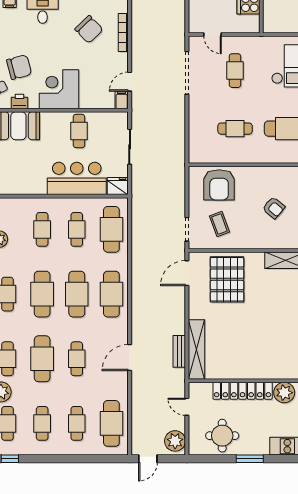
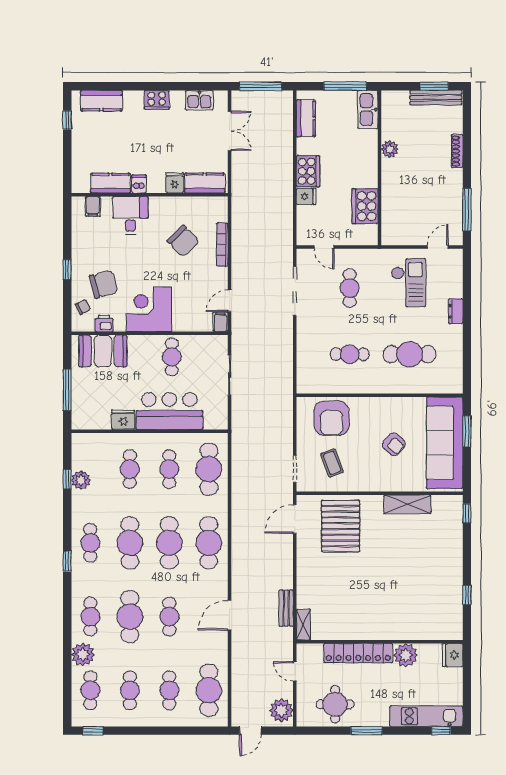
fridge: (117, 186) -> (123, 420), moved
shelving: (196, 349) -> (303, 625), width x0.45, depth x0.75

